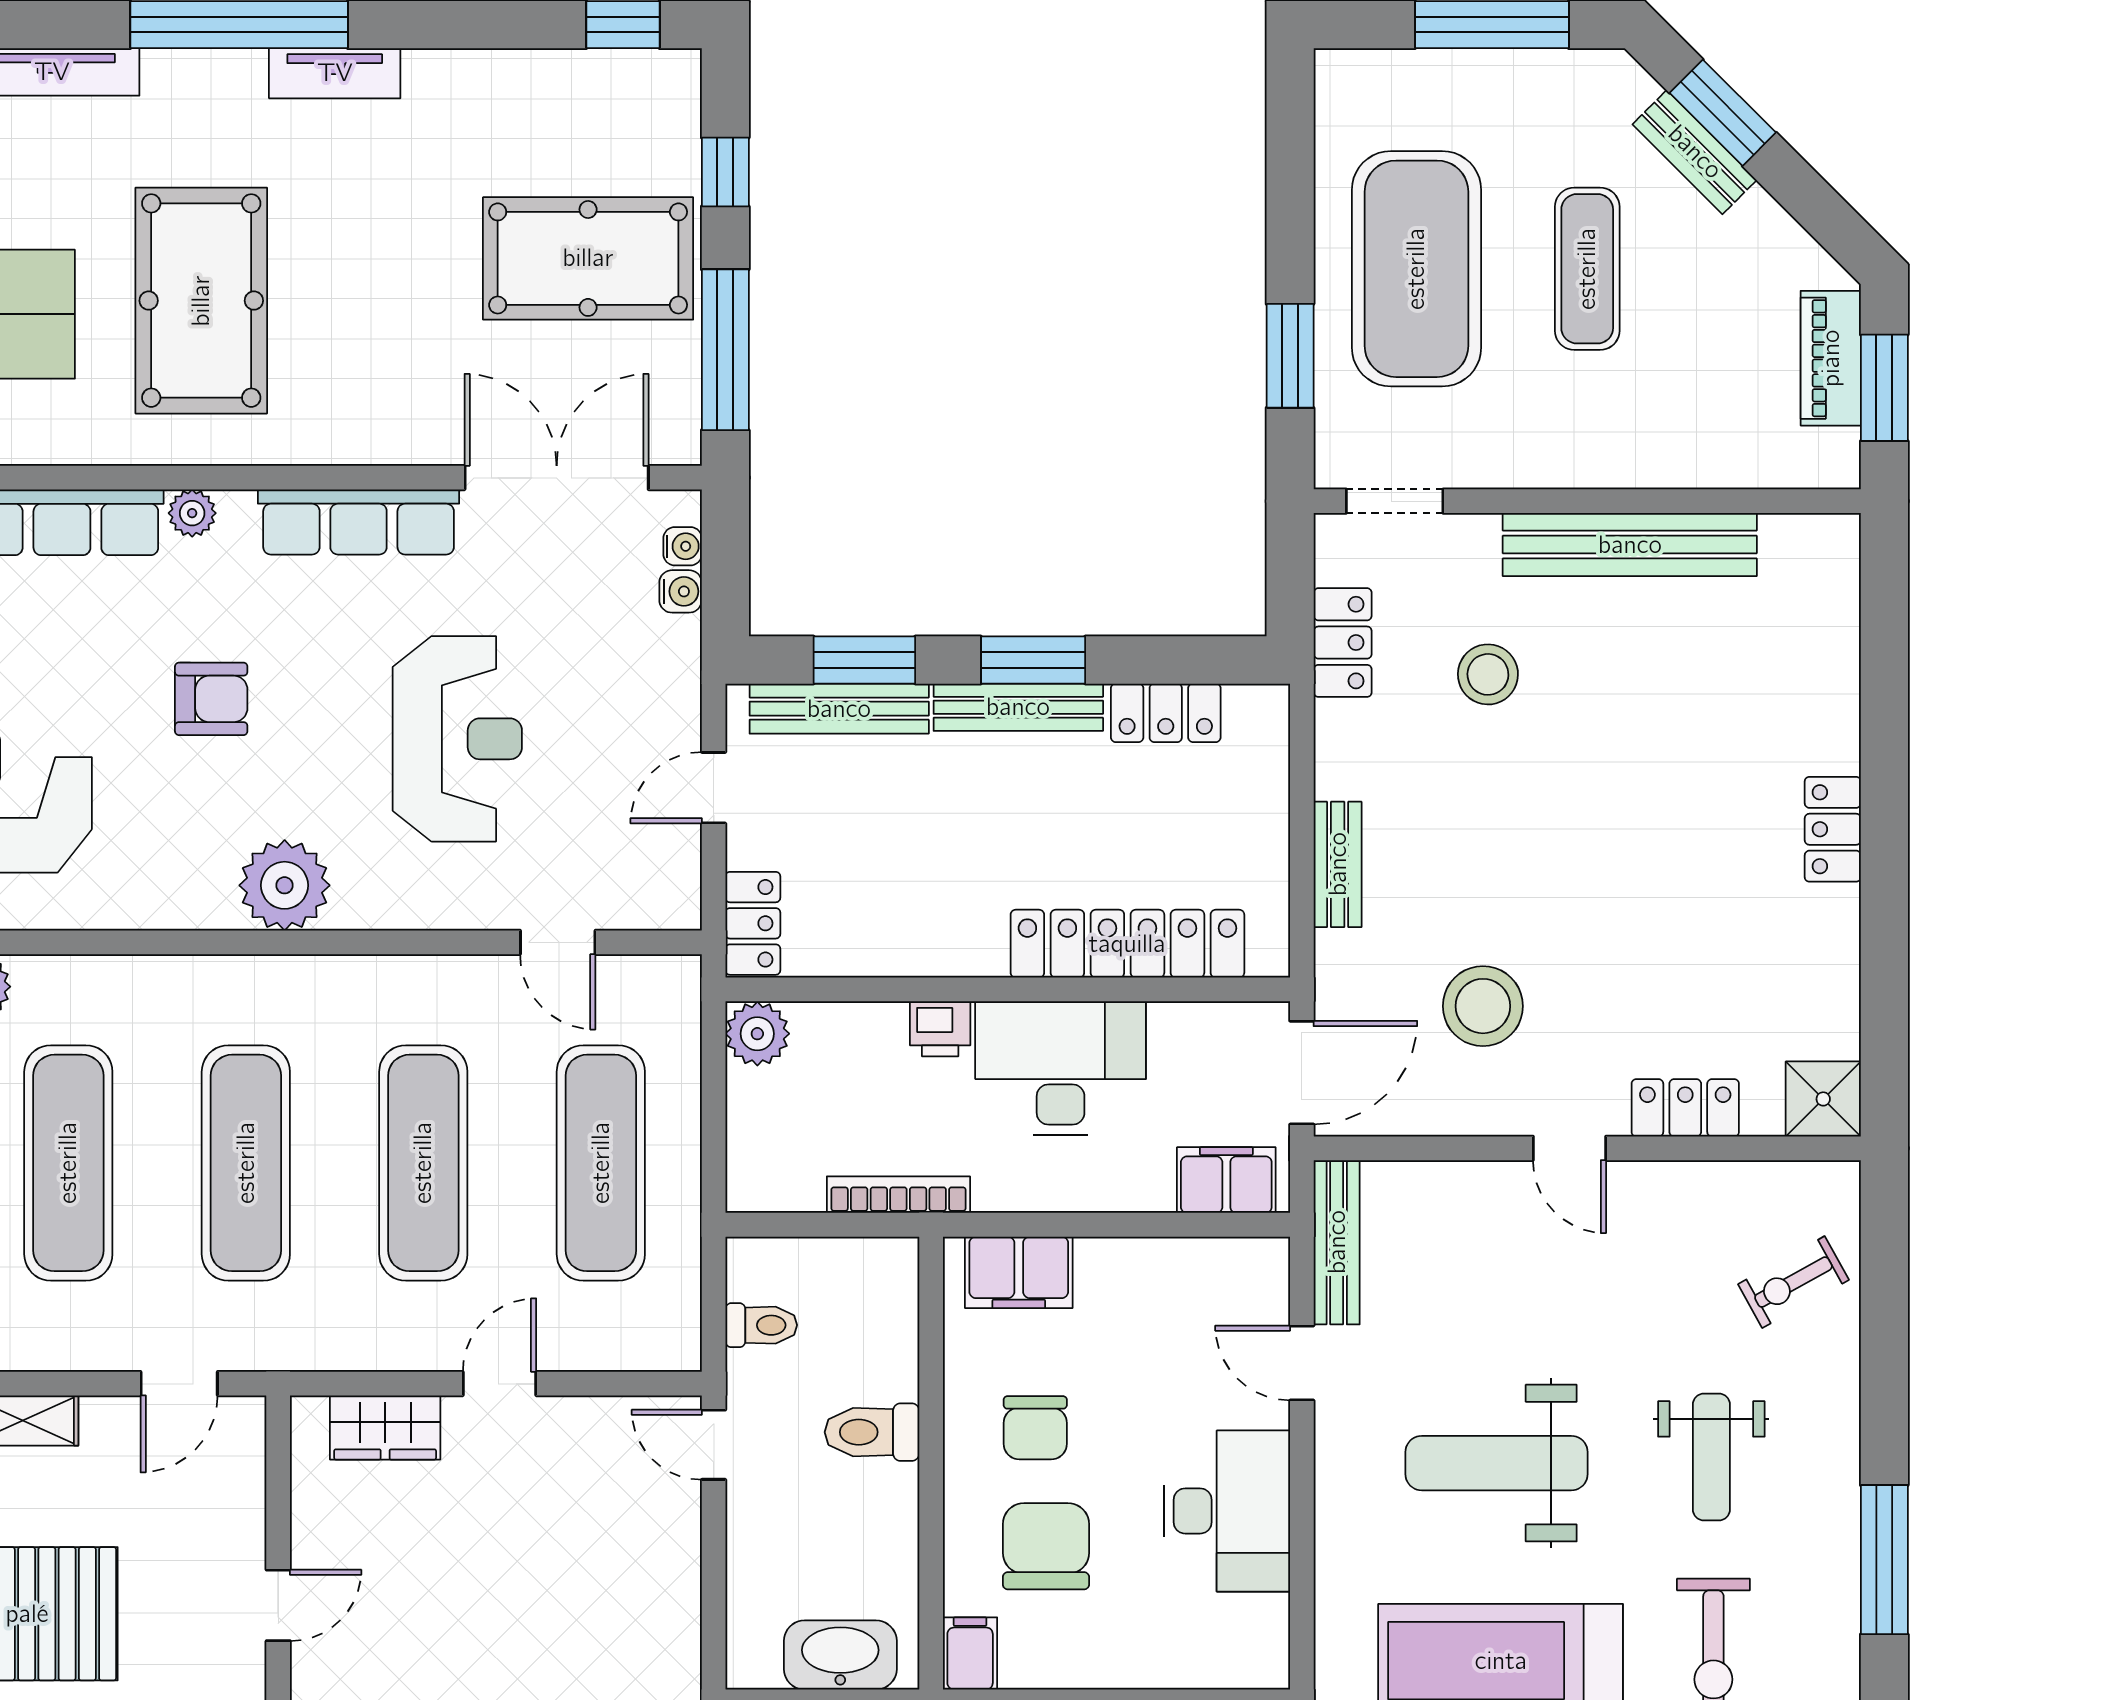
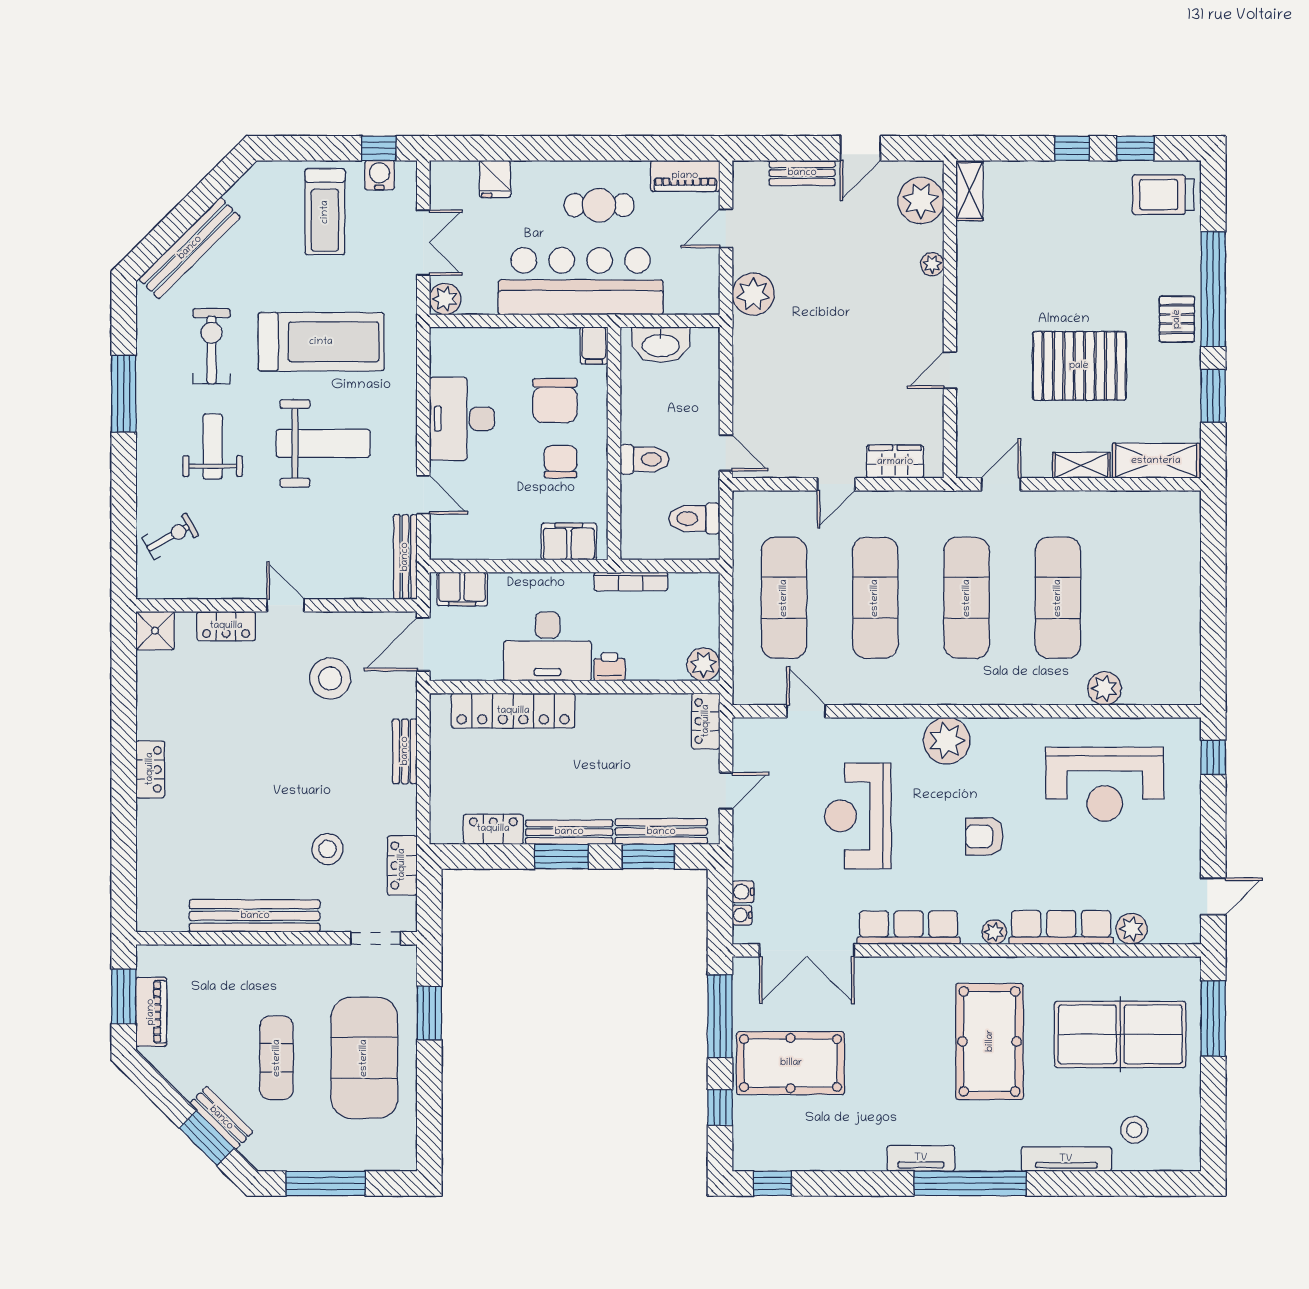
toilet: (761, 1325) -> (694, 519), width x1.37, depth x1.39

